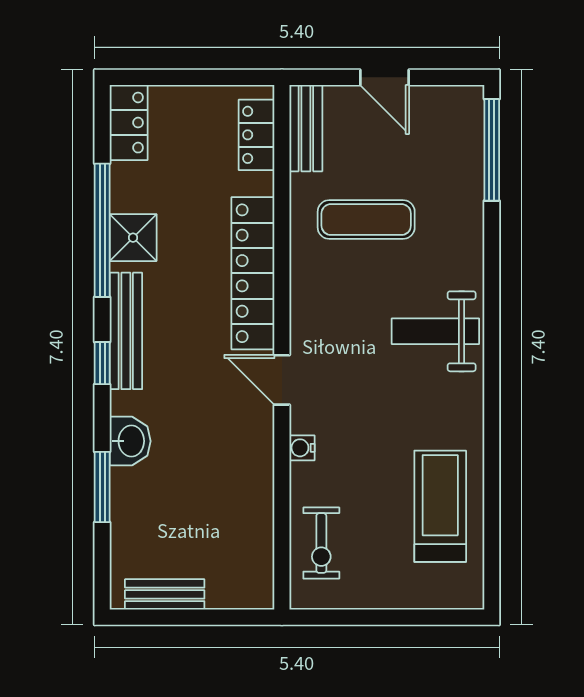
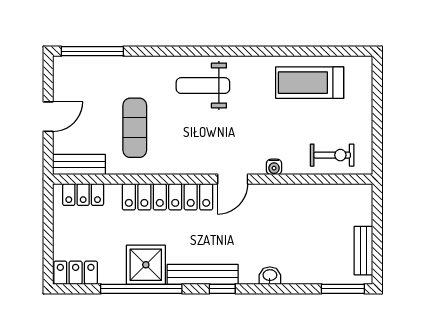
shower: (133, 238) -> (146, 265), width x1.36, depth x1.36
weight bench: (435, 331) -> (203, 86), turned 90
washbasin: (130, 441) -> (270, 276), width x0.72, depth x0.69
window: (102, 487) -> (343, 289), moved

